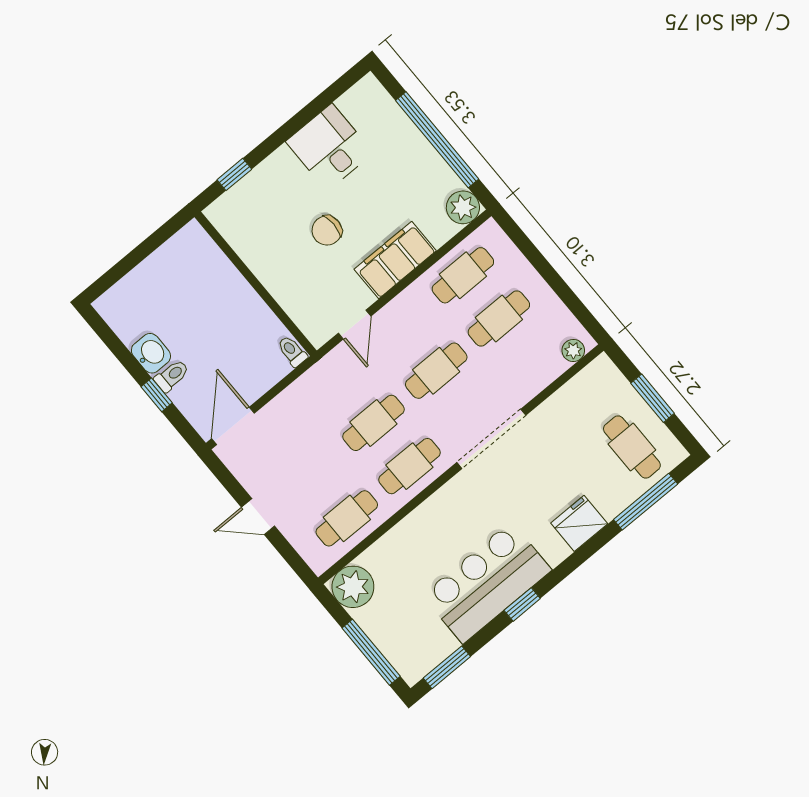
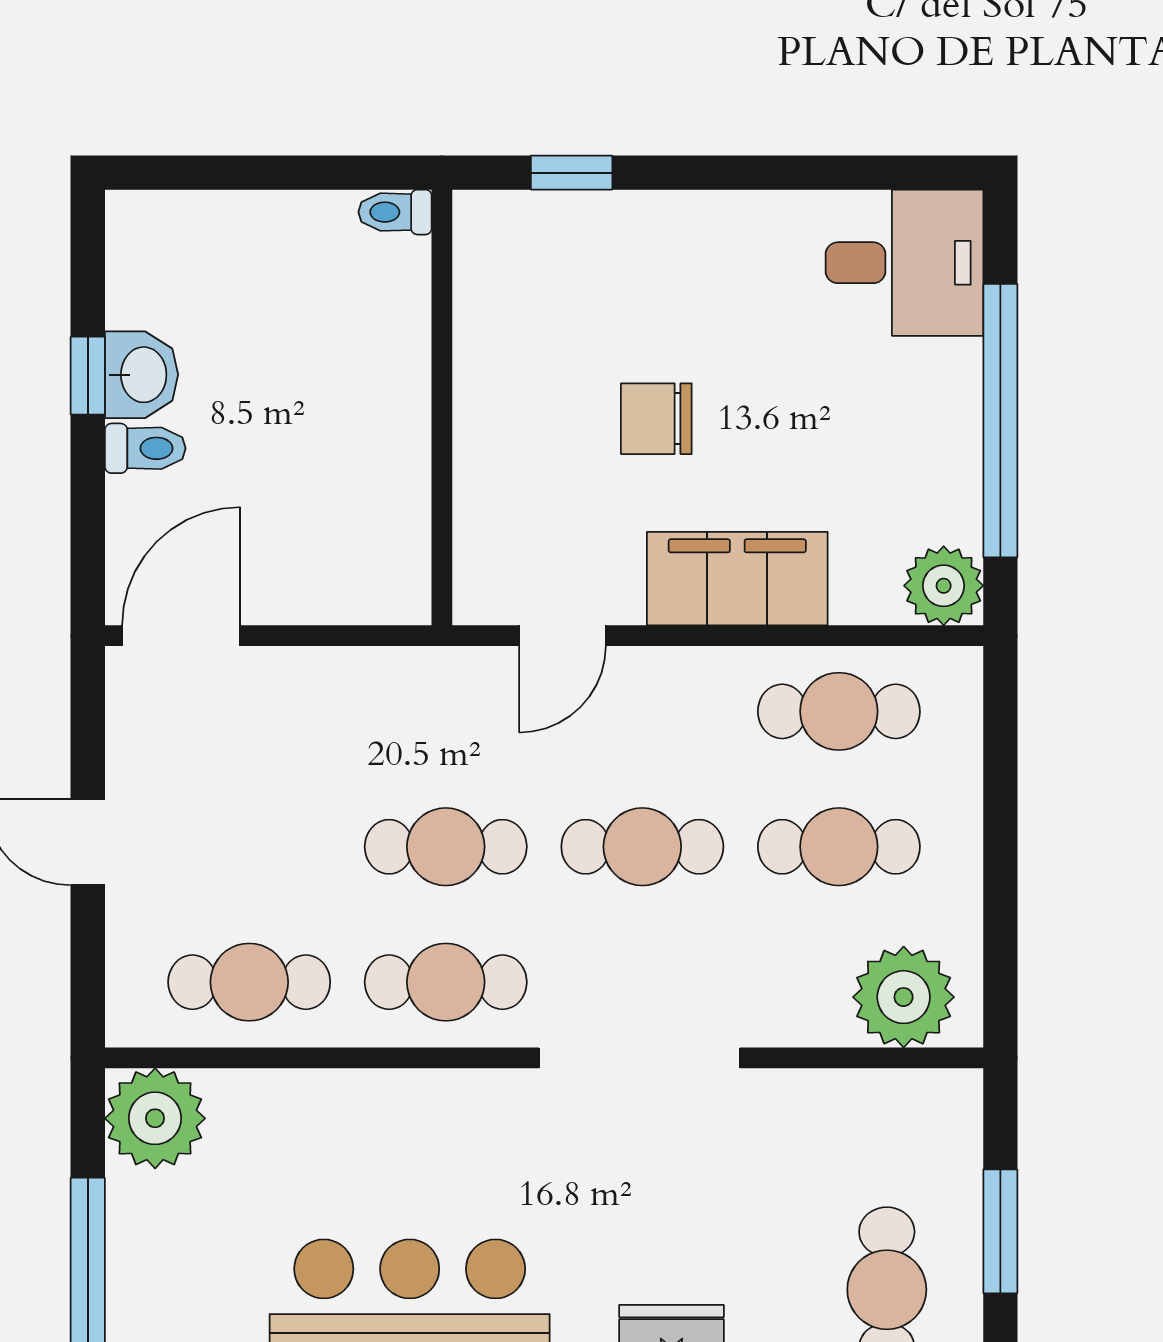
desk: (329, 147) -> (904, 263), moved, turned 90
plant: (573, 350) -> (904, 997), width x1.88, depth x1.88
toilet: (292, 351) -> (395, 212), moved, turned -90
window: (157, 395) -> (88, 376), moved

